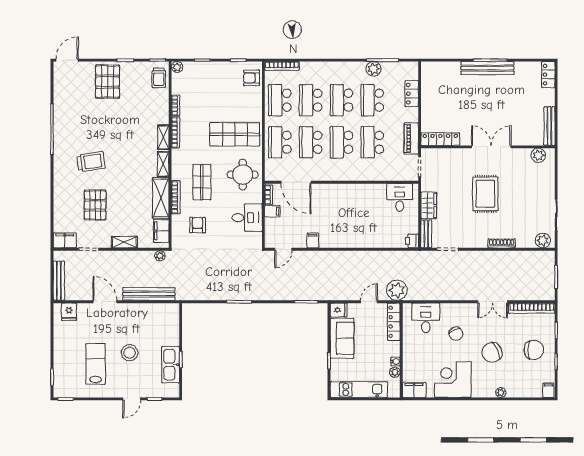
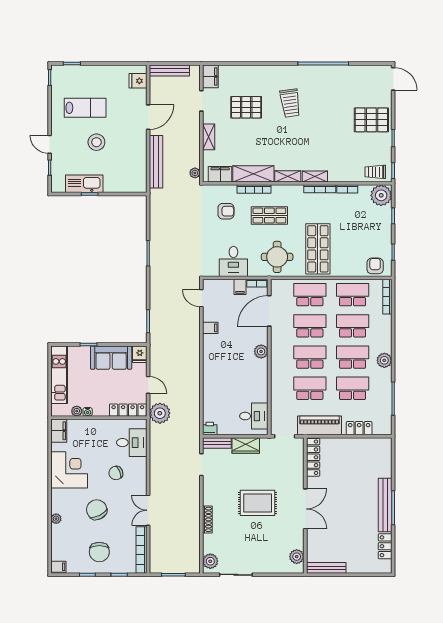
plant: (177, 67) -> (381, 195), width x1.88, depth x1.88
plant: (373, 69) -> (384, 360), moved
locker: (548, 75) -> (385, 546), moved, turned -90
piano: (411, 139) -> (319, 425), width x1.37, depth x1.33
plant: (336, 190) -> (261, 351), added

